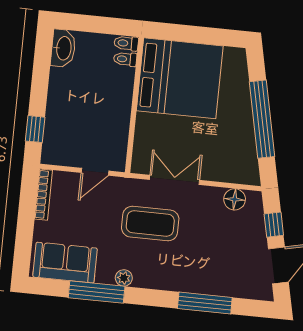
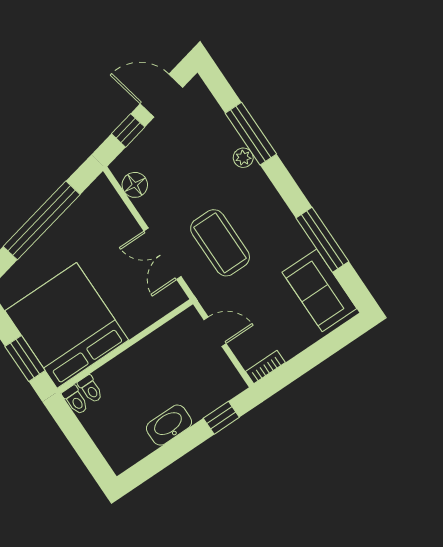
window: (181, 33) -> (25, 358), added
washbasin: (63, 48) -> (169, 425), moved
bookcase: (43, 195) -> (265, 367), width x0.64
plant: (124, 278) -> (243, 158), moved

